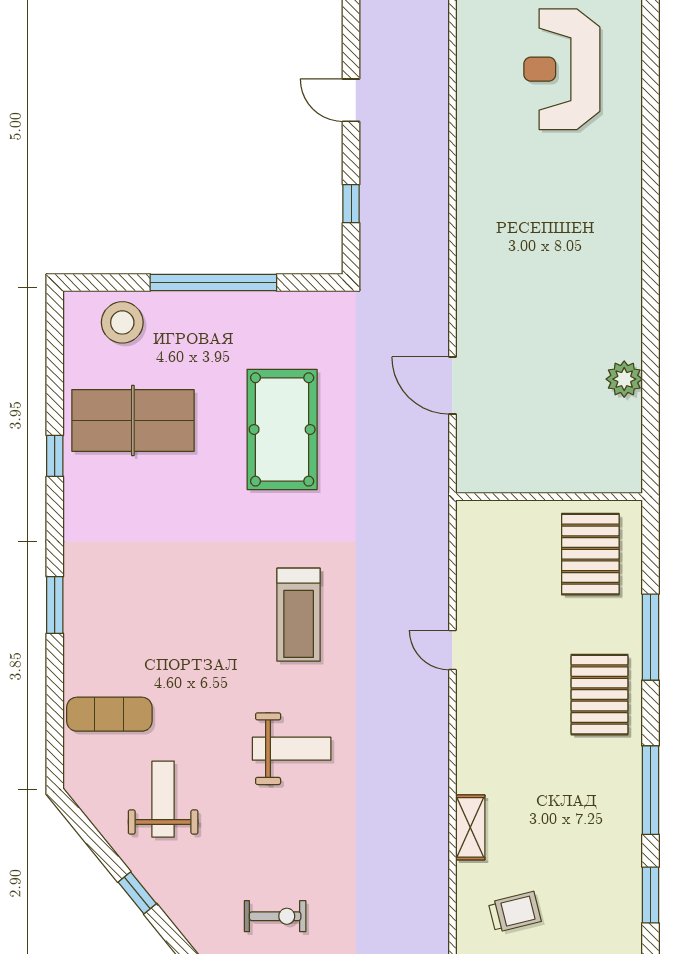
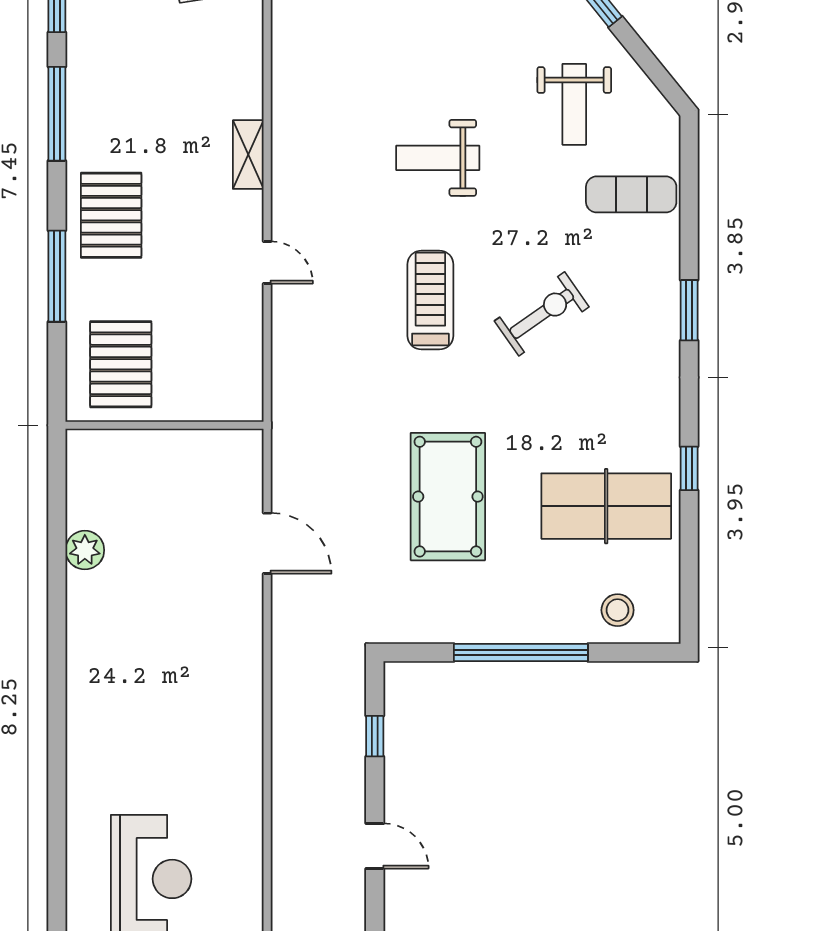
stool: (122, 322) -> (618, 610), width x0.73, depth x0.73
exercise bike: (194, 602) -> (542, 314), added
shelving: (470, 827) -> (248, 155), moved

